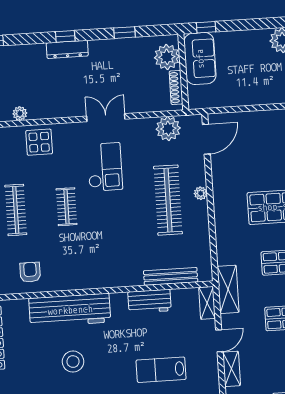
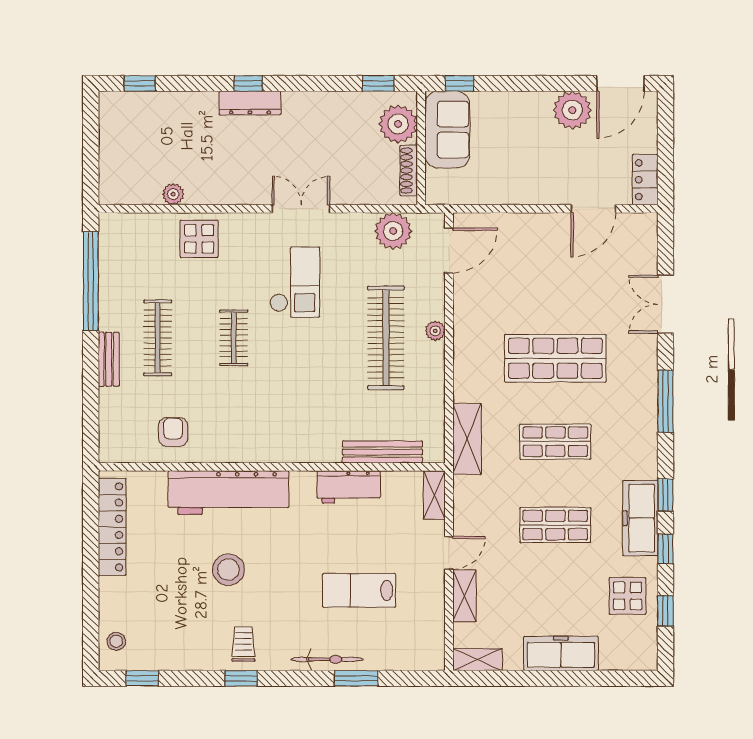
window: (124, 33) -> (378, 83), moved
shelving: (228, 289) -> (467, 439), moved

